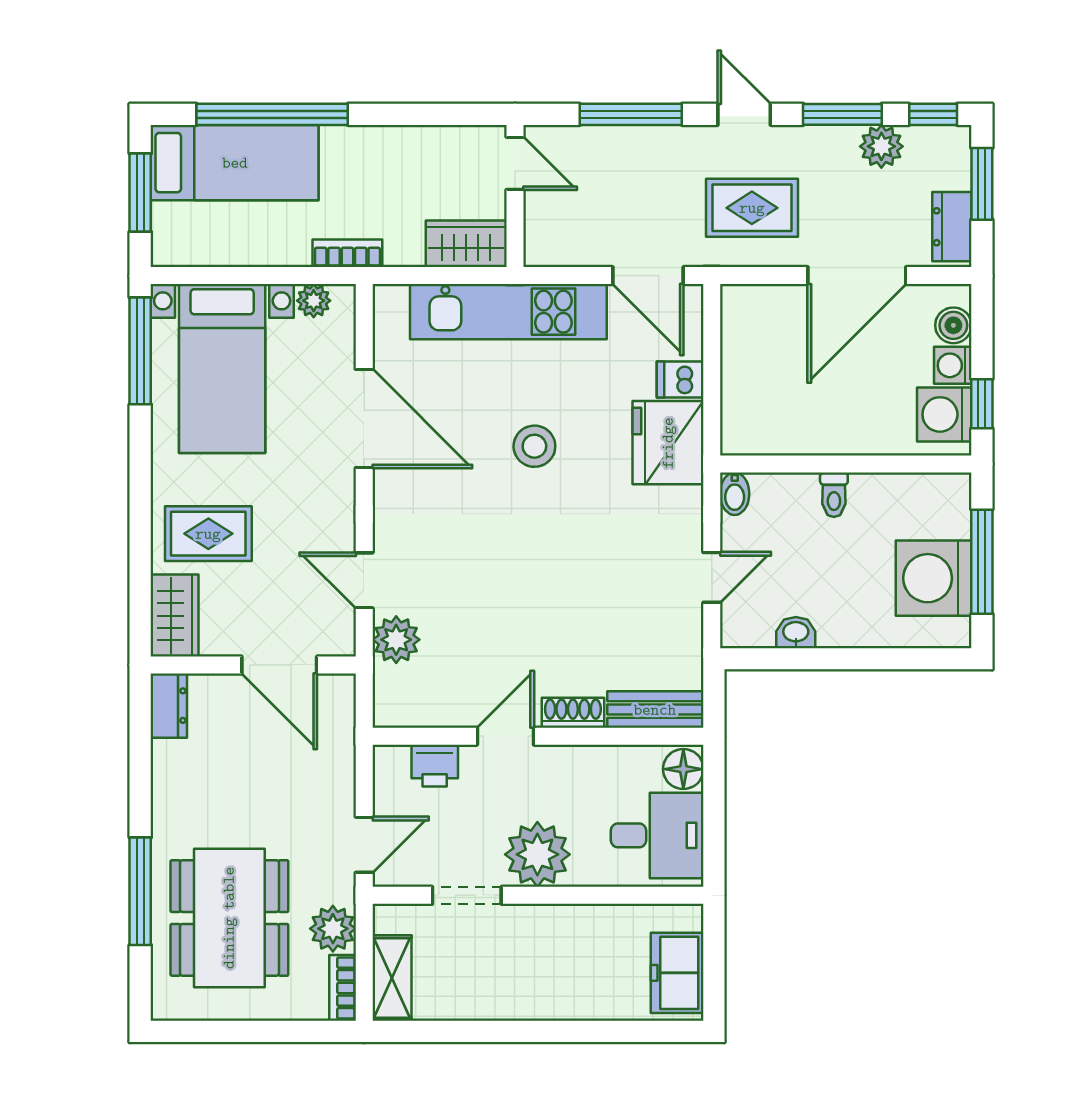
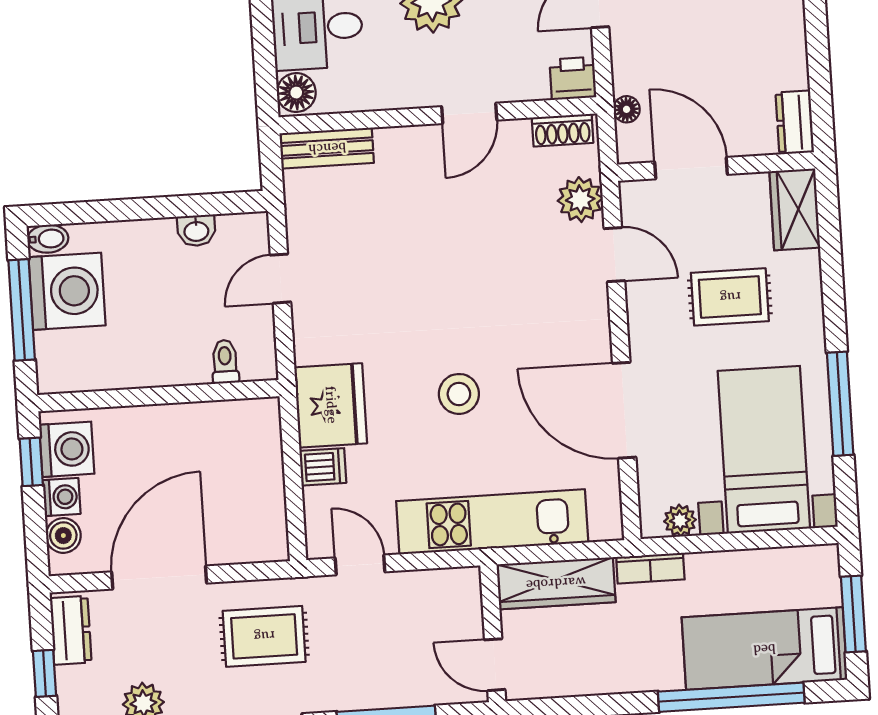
window: (982, 184) -> (45, 673), width x0.67
wardrobe: (466, 244) -> (556, 583), width x1.50
door: (648, 276) -> (360, 565), width x0.73
window: (140, 351) -> (840, 404), moved
bidet: (735, 494) -> (48, 239), moved, turned 90
toilet: (834, 495) -> (225, 362), moved
rug: (208, 534) -> (730, 297), moved
shoe rack: (573, 713) -> (563, 130), moved
floor lamp: (342, 730) -> (627, 109), added
printer: (435, 766) -> (573, 78), moved

